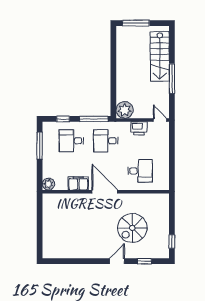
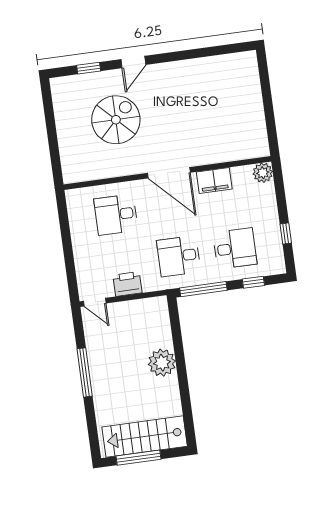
window: (136, 23) -> (139, 458), moved
stairs: (160, 56) -> (145, 437), moved, turned -90
plant: (125, 110) -> (162, 363), moved
desk: (106, 141) -> (179, 256), turned 180
window: (40, 146) -> (286, 234), width x0.46
window: (172, 242) -> (48, 106), removed

